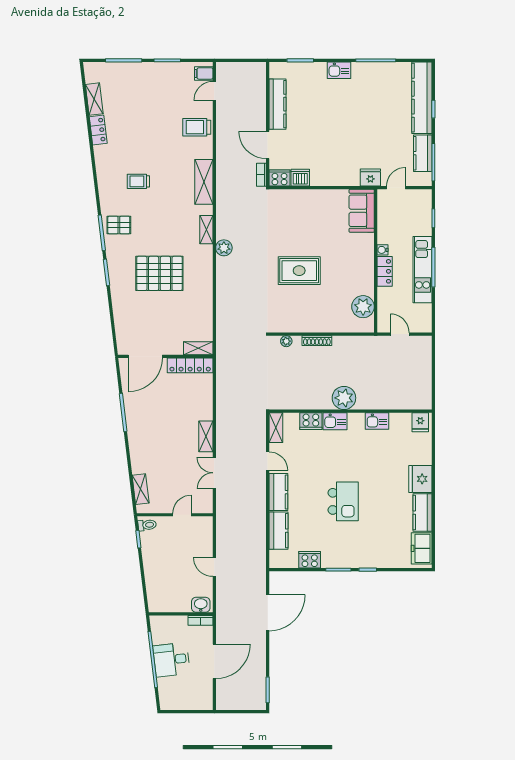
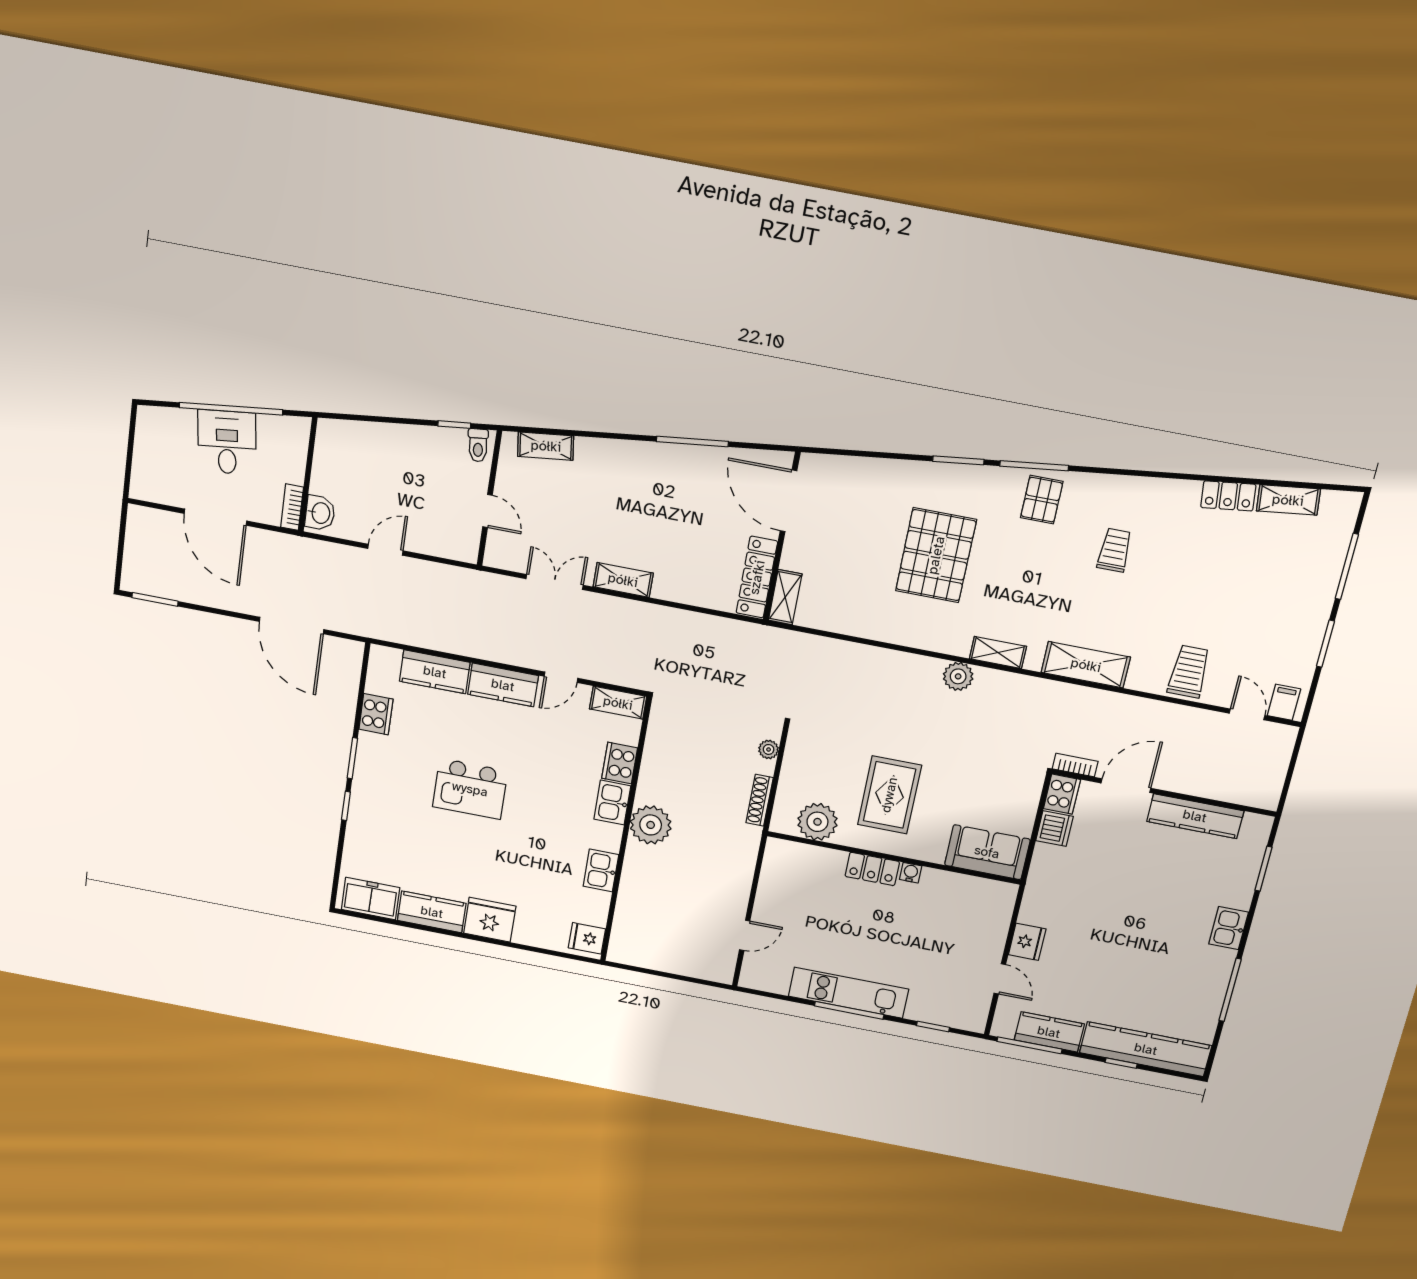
sofa: (362, 211) -> (987, 852), moved
water cooler: (382, 250) -> (911, 873), moved
wall: (376, 261) -> (894, 858), moved
locker: (385, 271) -> (872, 869), moved
plant: (363, 307) -> (817, 822), moved

